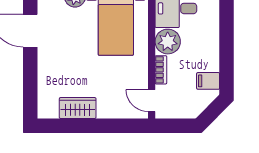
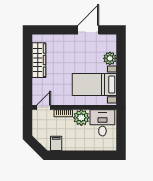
wardrobe: (78, 108) -> (39, 60), width x1.50

